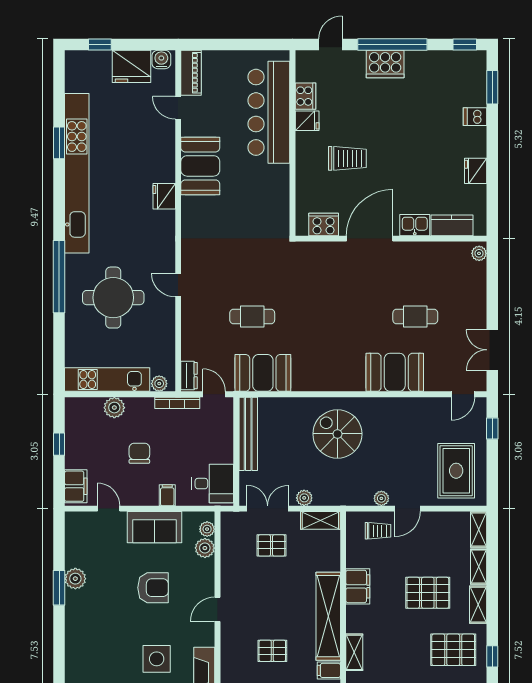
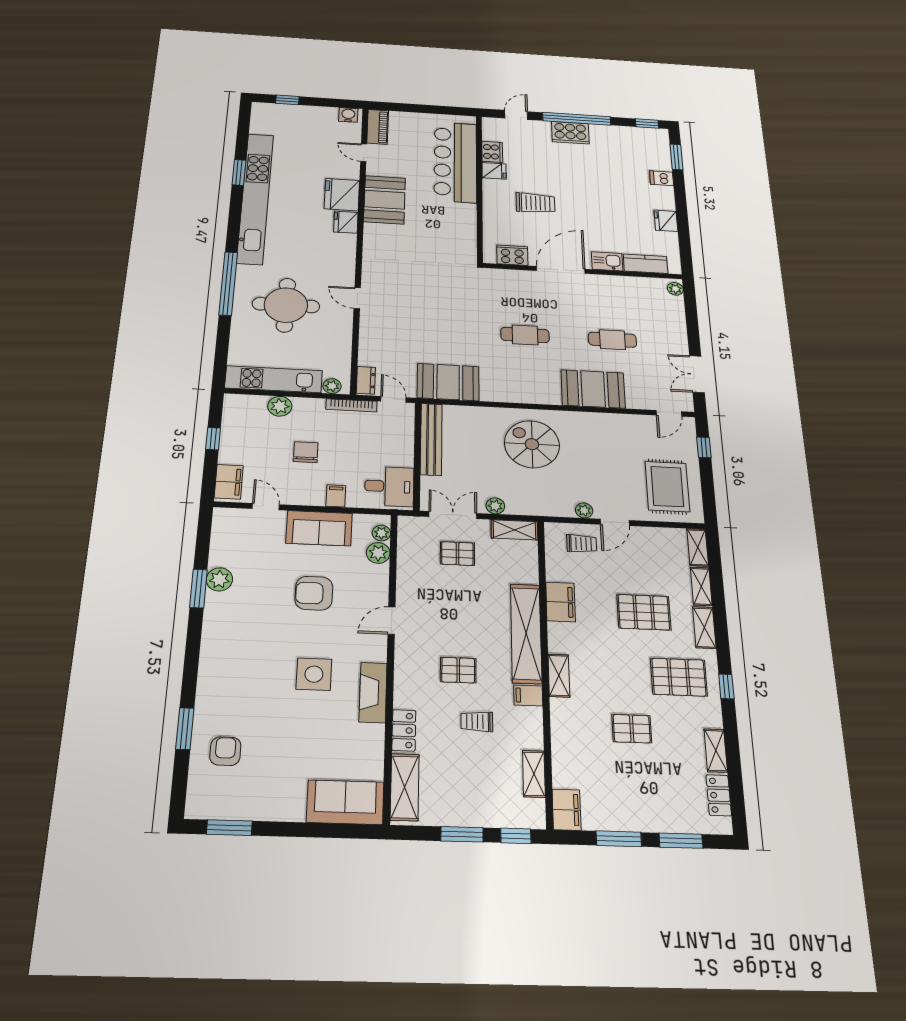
fridge: (131, 66) -> (342, 195), moved, turned 90
cafe table: (252, 316) -> (525, 335), moved
armchair: (153, 588) -> (314, 593), turned 180

